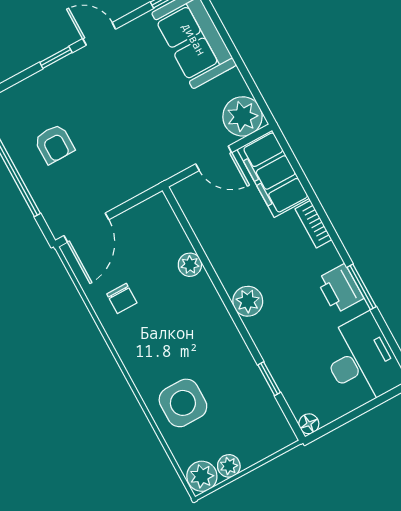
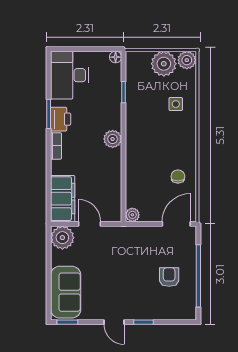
bookcase: (313, 224) -> (56, 146), moved
plant: (190, 265) -> (132, 215), moved
side table: (183, 403) -> (176, 104), width x0.54, depth x0.54
plant: (229, 466) -> (164, 64), width x1.87, depth x1.87

